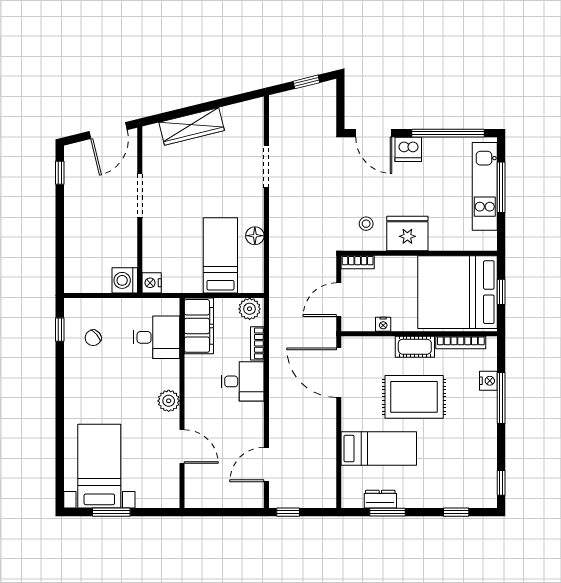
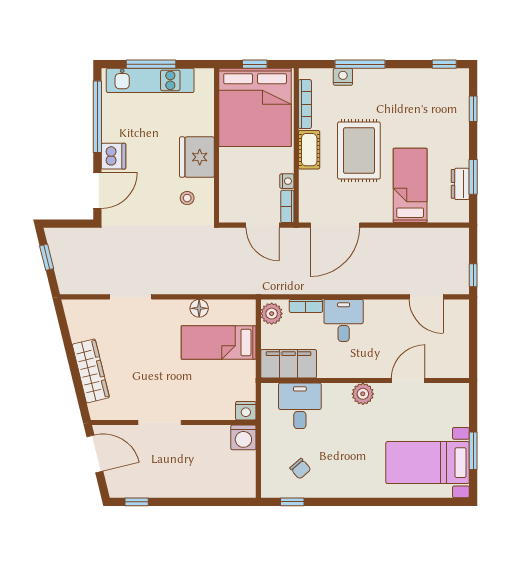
bookcase: (358, 262) -> (287, 206), moved, turned 180

